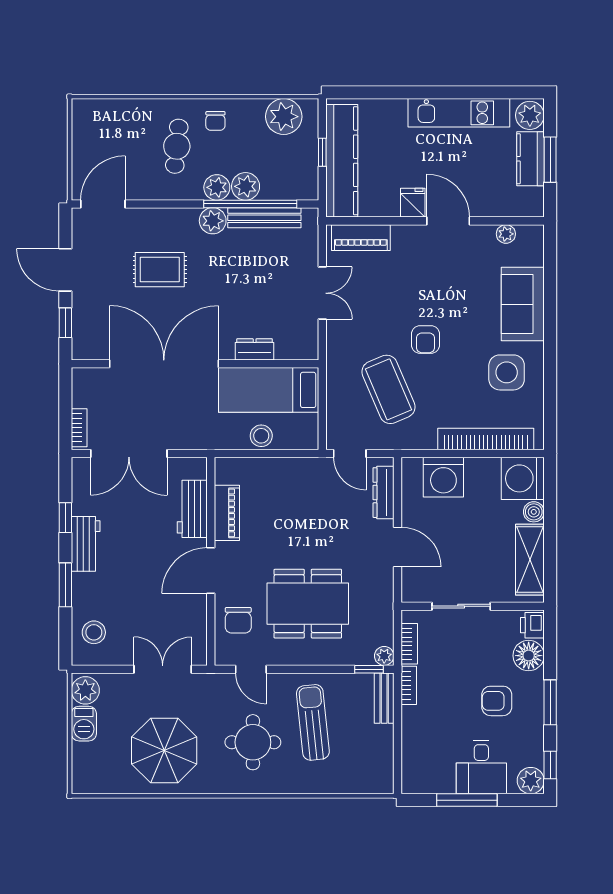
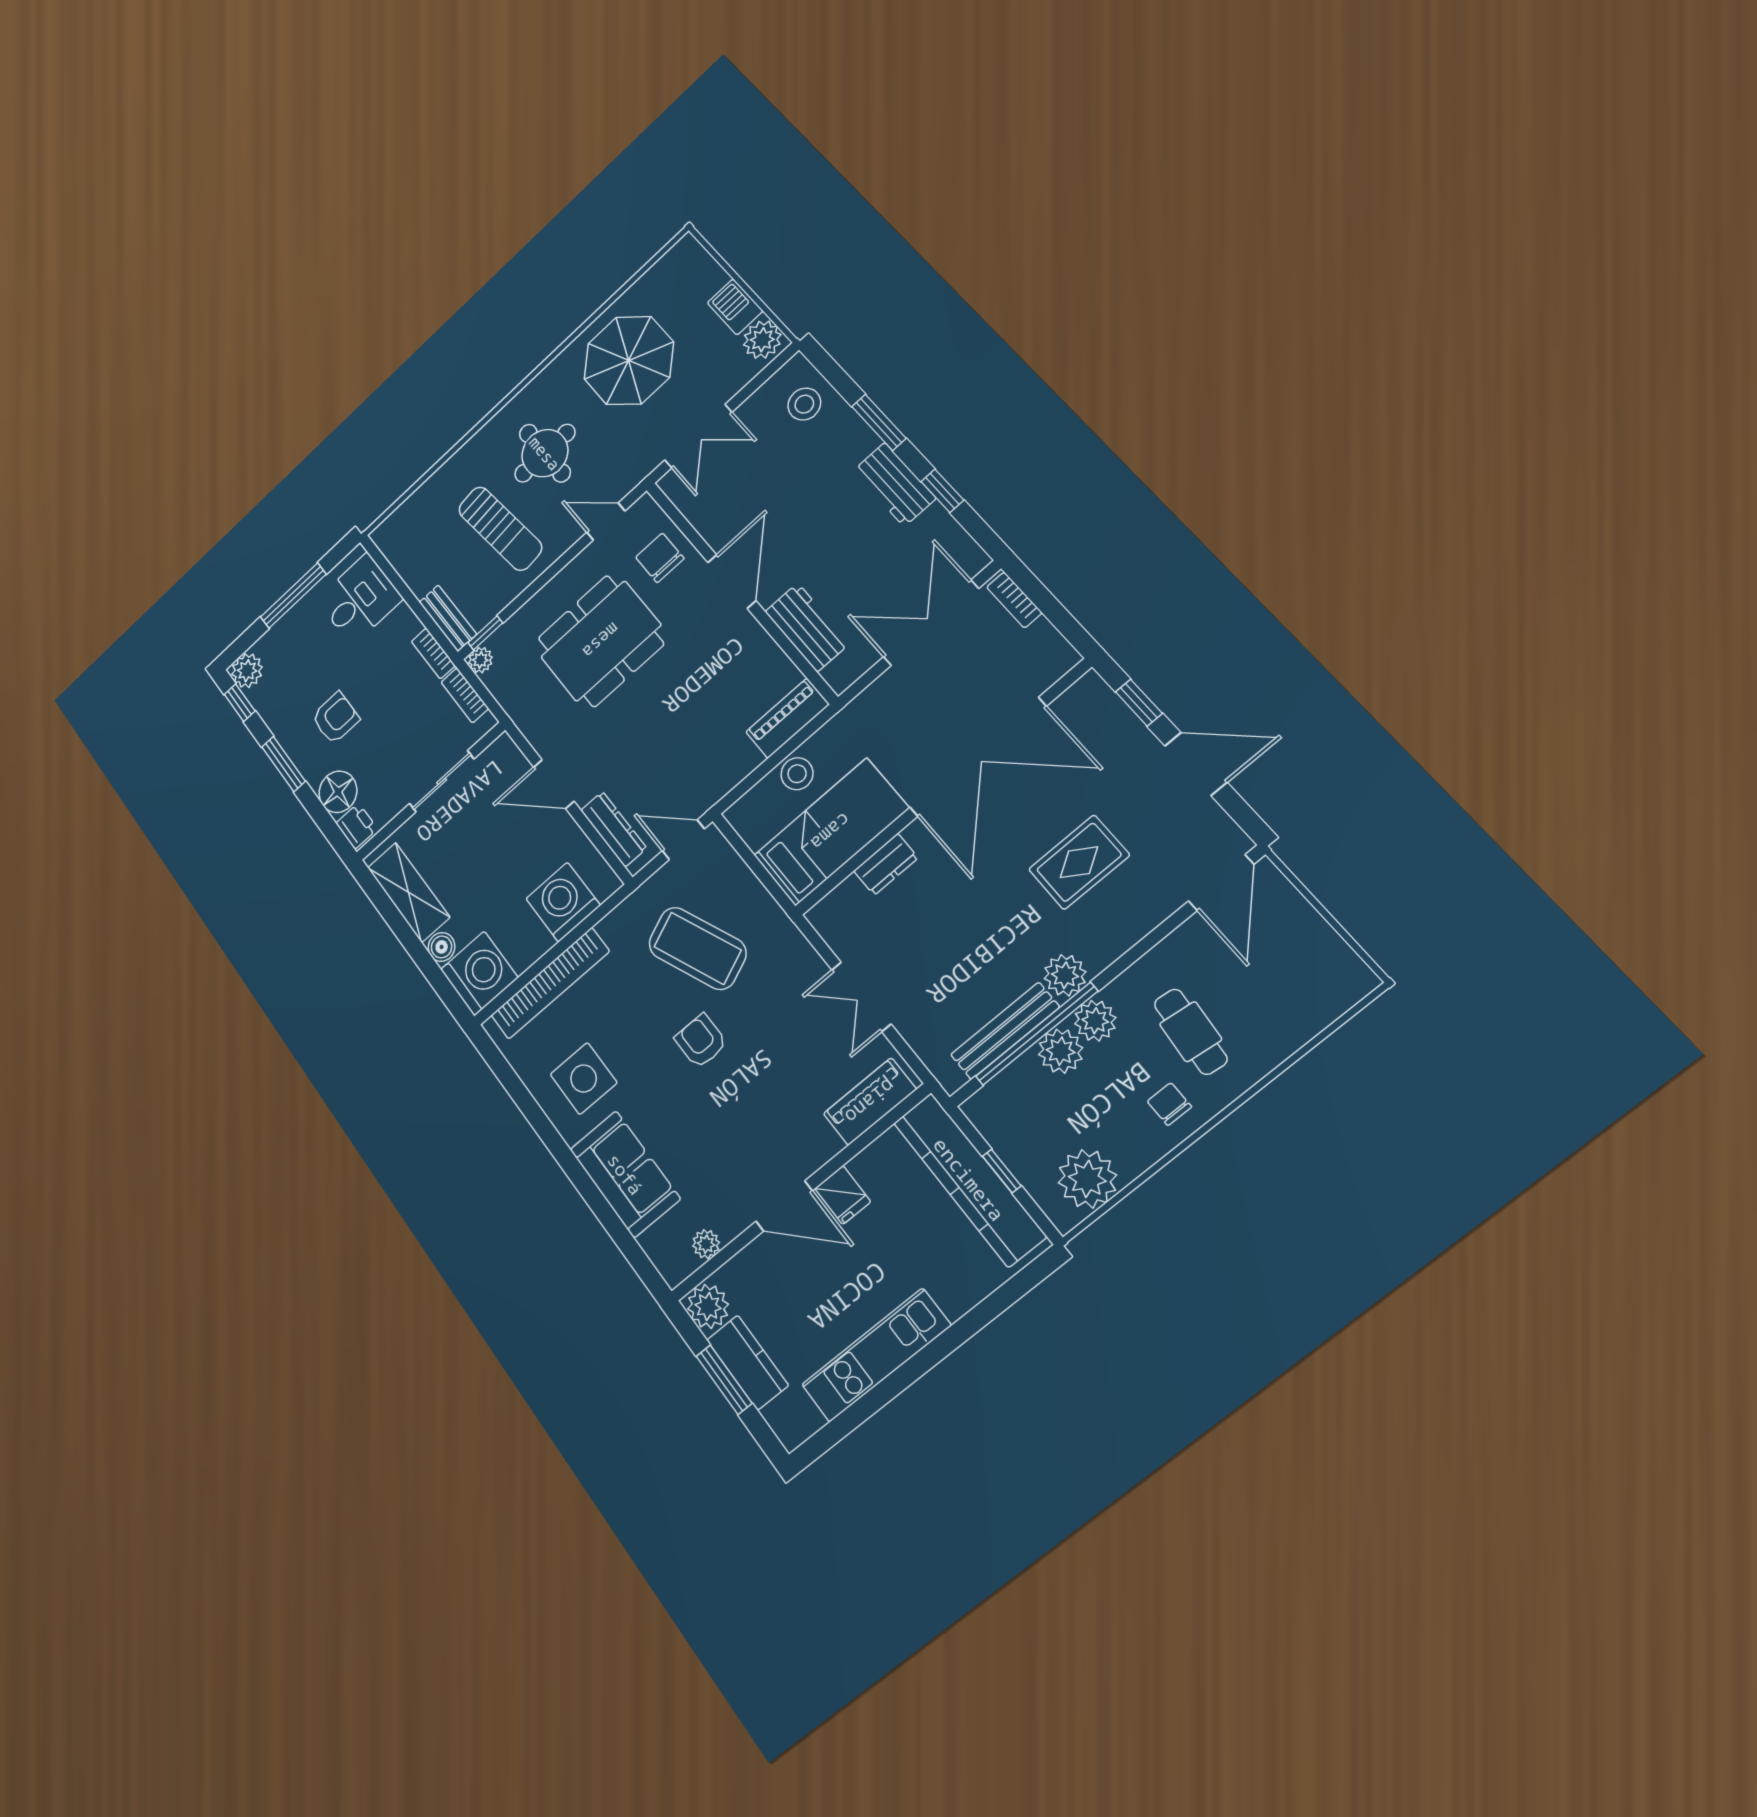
plant: (530, 115) -> (708, 1306), moved
piano: (227, 513) -> (787, 718), moved, turned 90
desk: (481, 767) -> (360, 599), moved, turned 90

